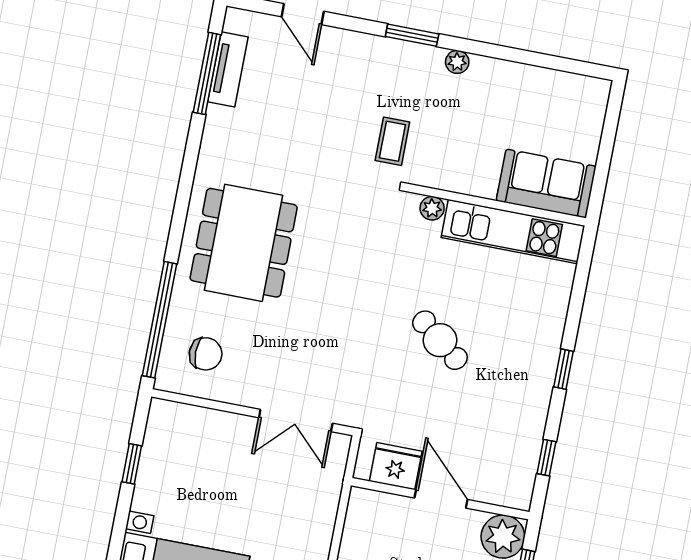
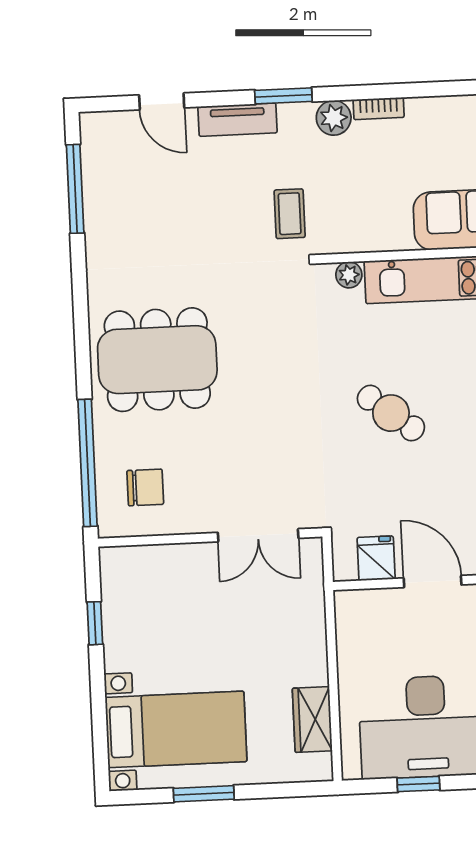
plant: (457, 62) -> (334, 118), width x1.38, depth x1.38
bookcase: (494, 67) -> (379, 108), added
tv unit: (228, 69) -> (238, 120), moved, turned 90
dining table: (244, 243) -> (157, 360), turned 90
fridge: (396, 466) -> (376, 558), width x0.72

